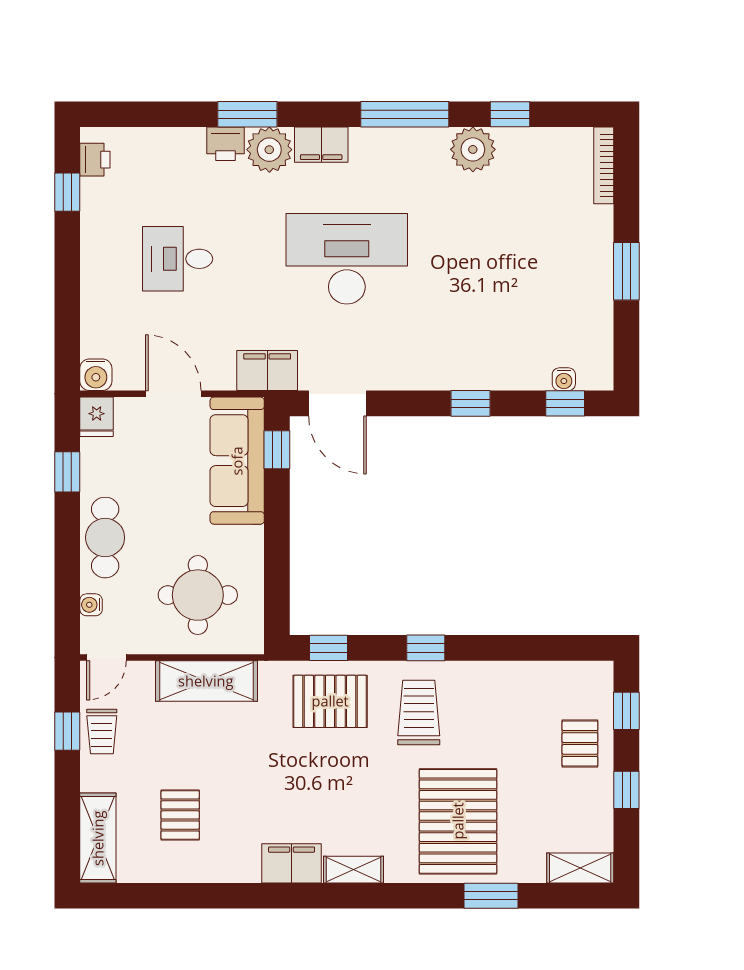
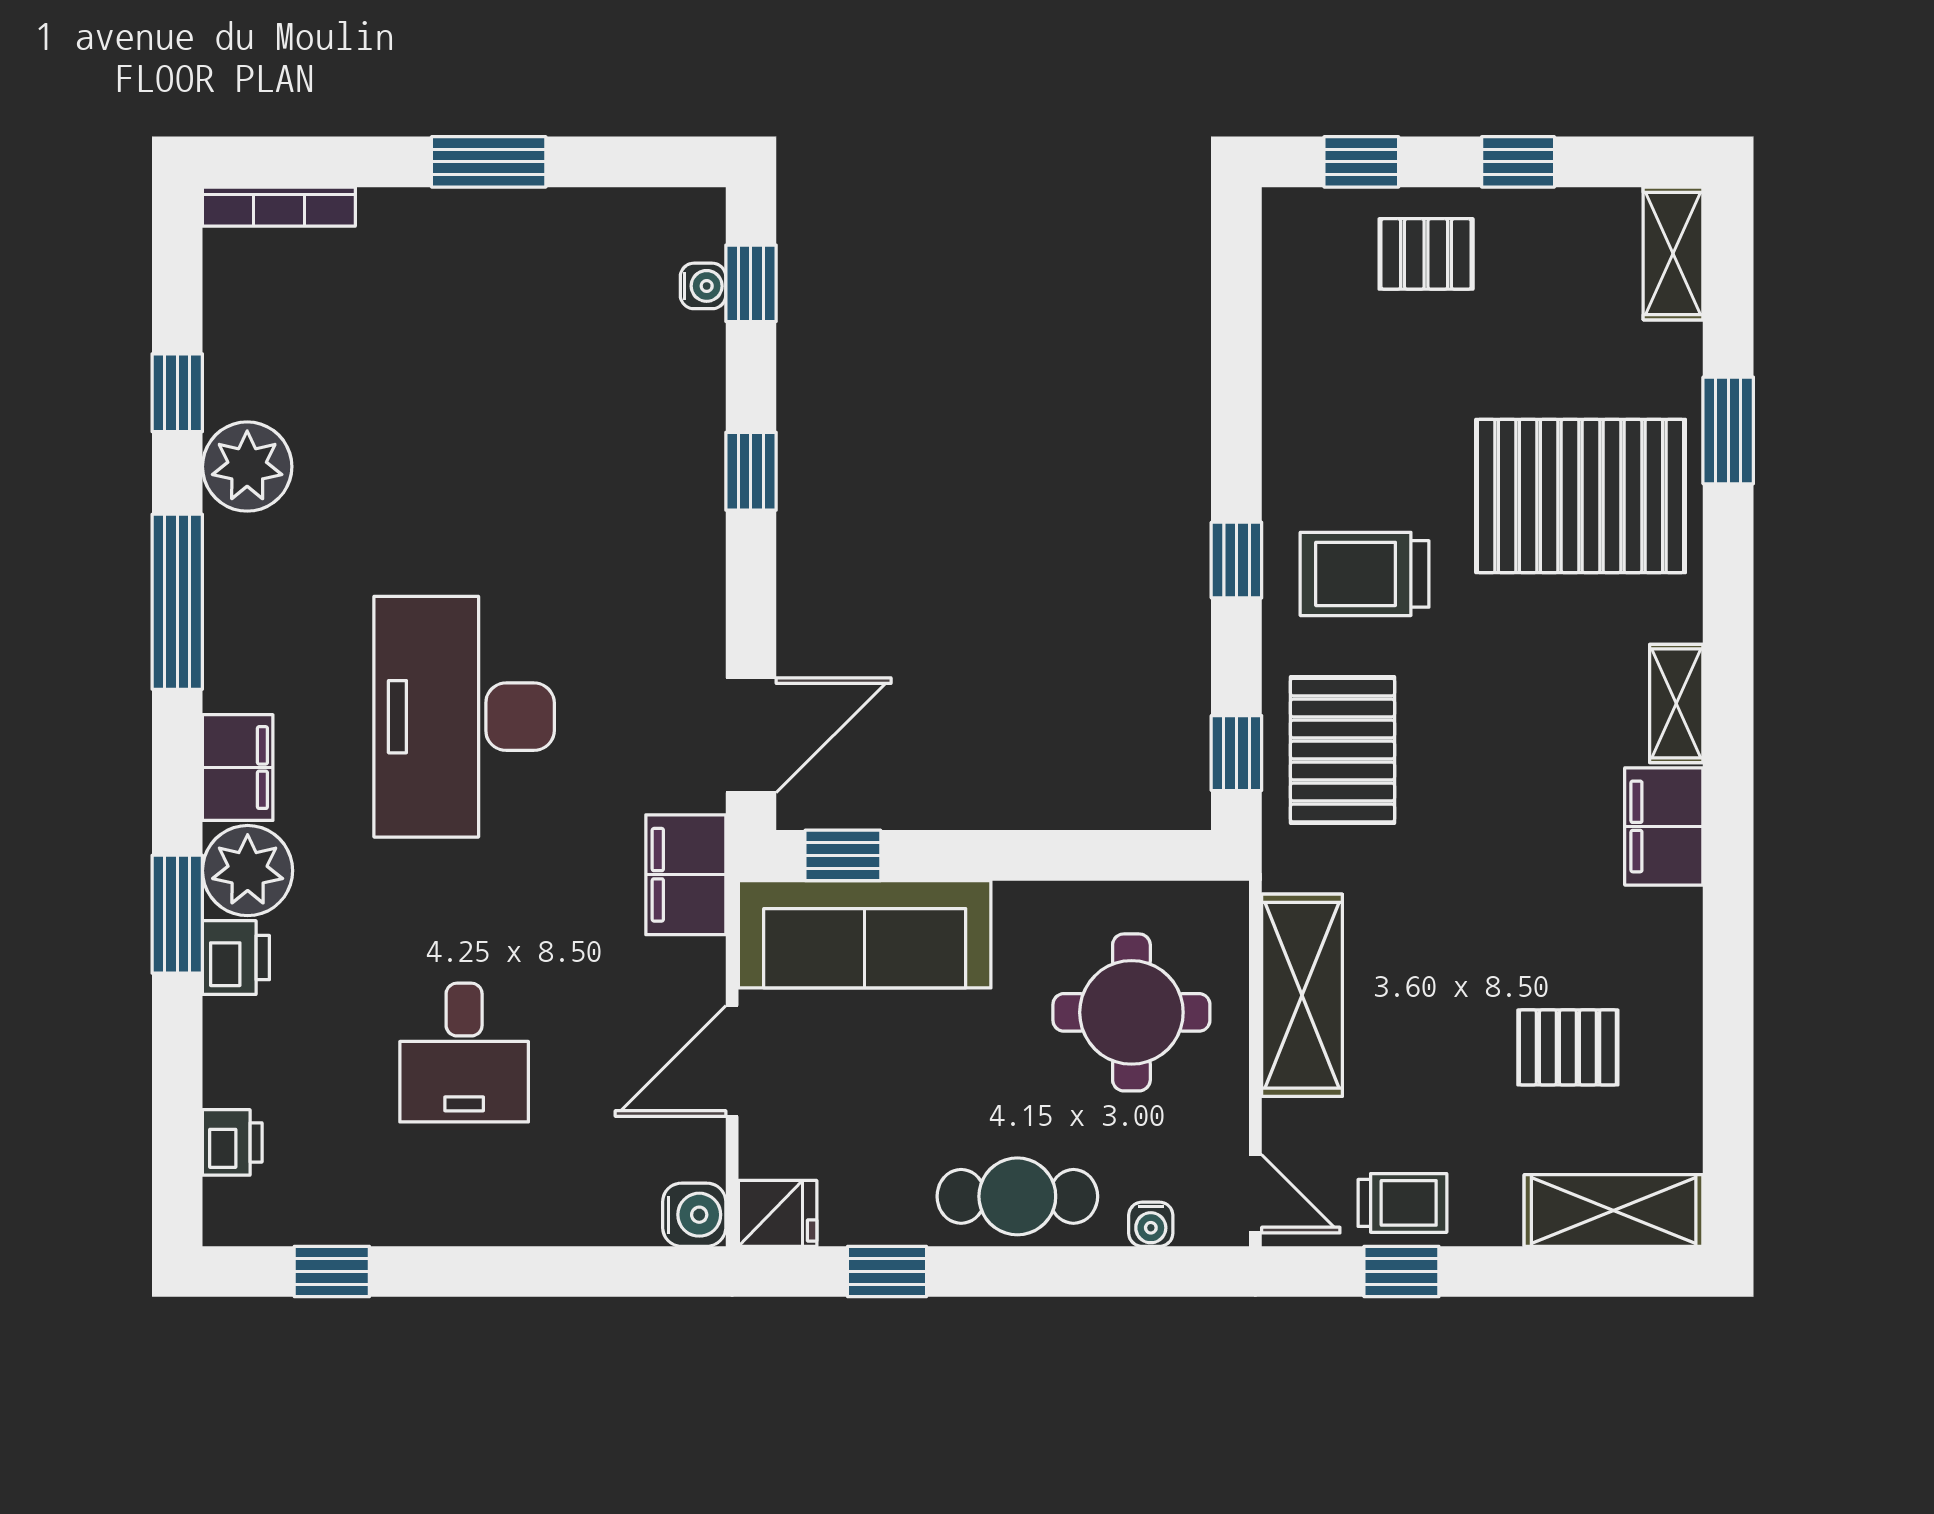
printer: (95, 160) -> (232, 1142), moved, turned 90

